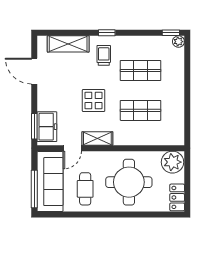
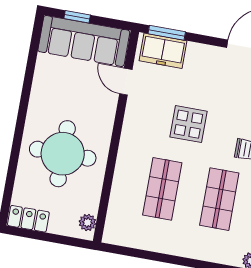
shelving: (97, 138) -> (133, 120), removed
plant: (172, 162) -> (87, 223), width x0.53, depth x0.53
window: (34, 189) -> (77, 17), width x0.46
cafe table: (85, 189) -> (64, 89), removed

